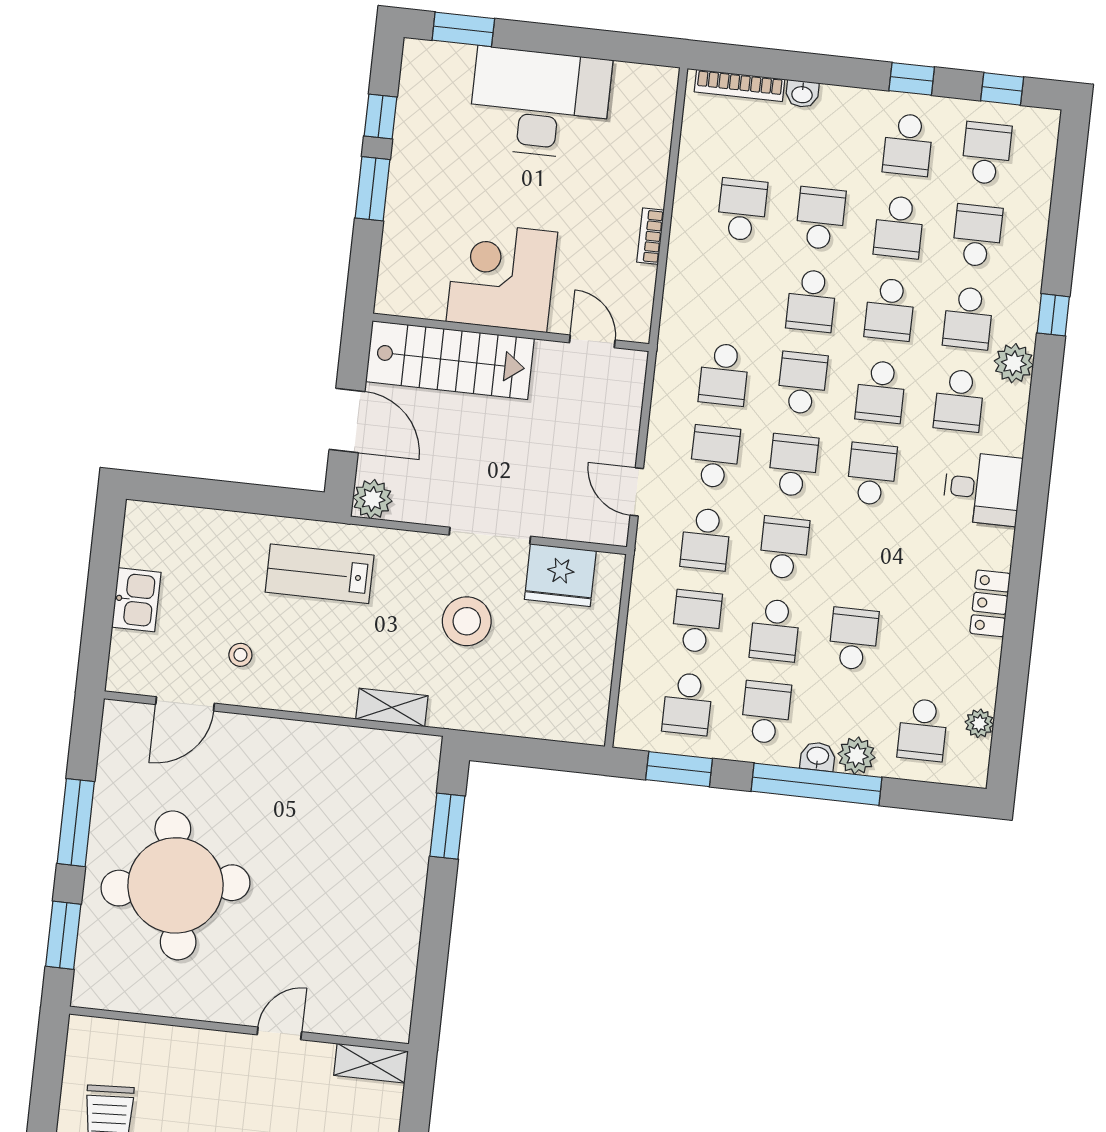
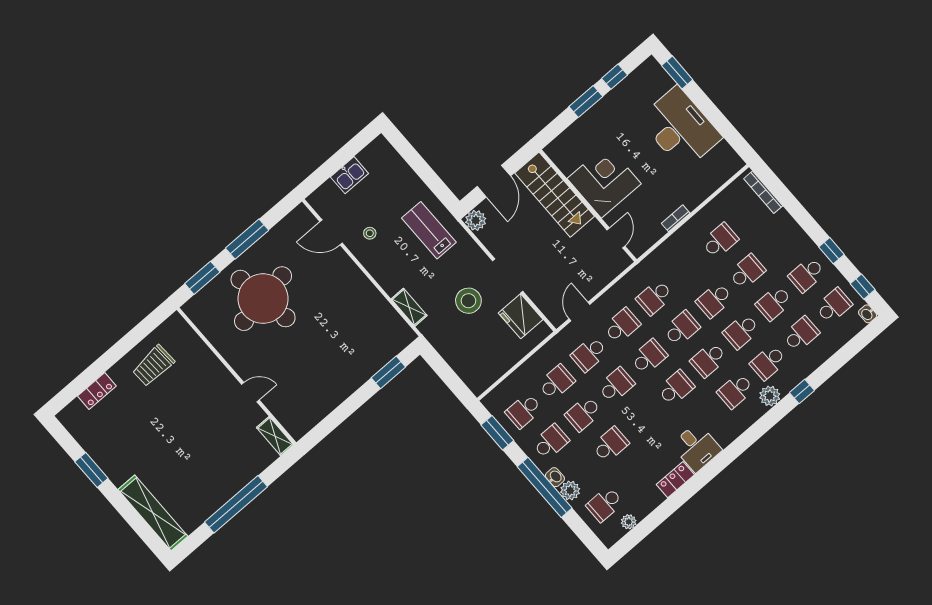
washbasin: (802, 94) -> (868, 314), moved
desk: (982, 489) -> (697, 447), moved

